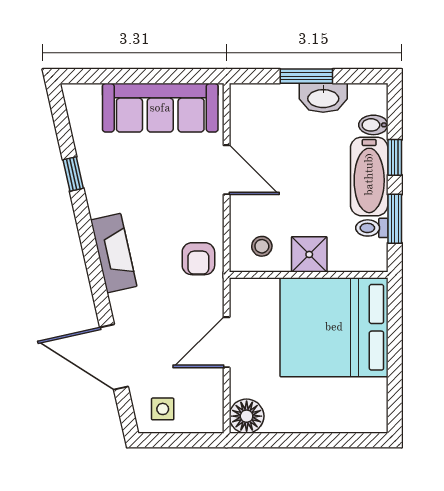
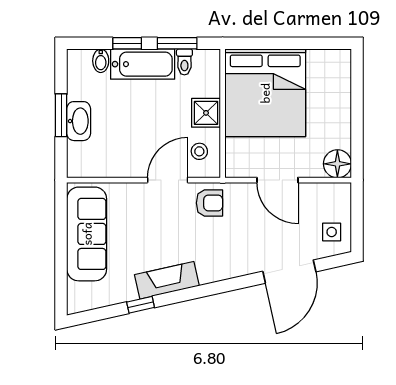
washbasin: (323, 98) -> (79, 121), moved
door: (227, 170) -> (168, 180), moved
fireplace: (114, 253) -> (167, 280), moved

